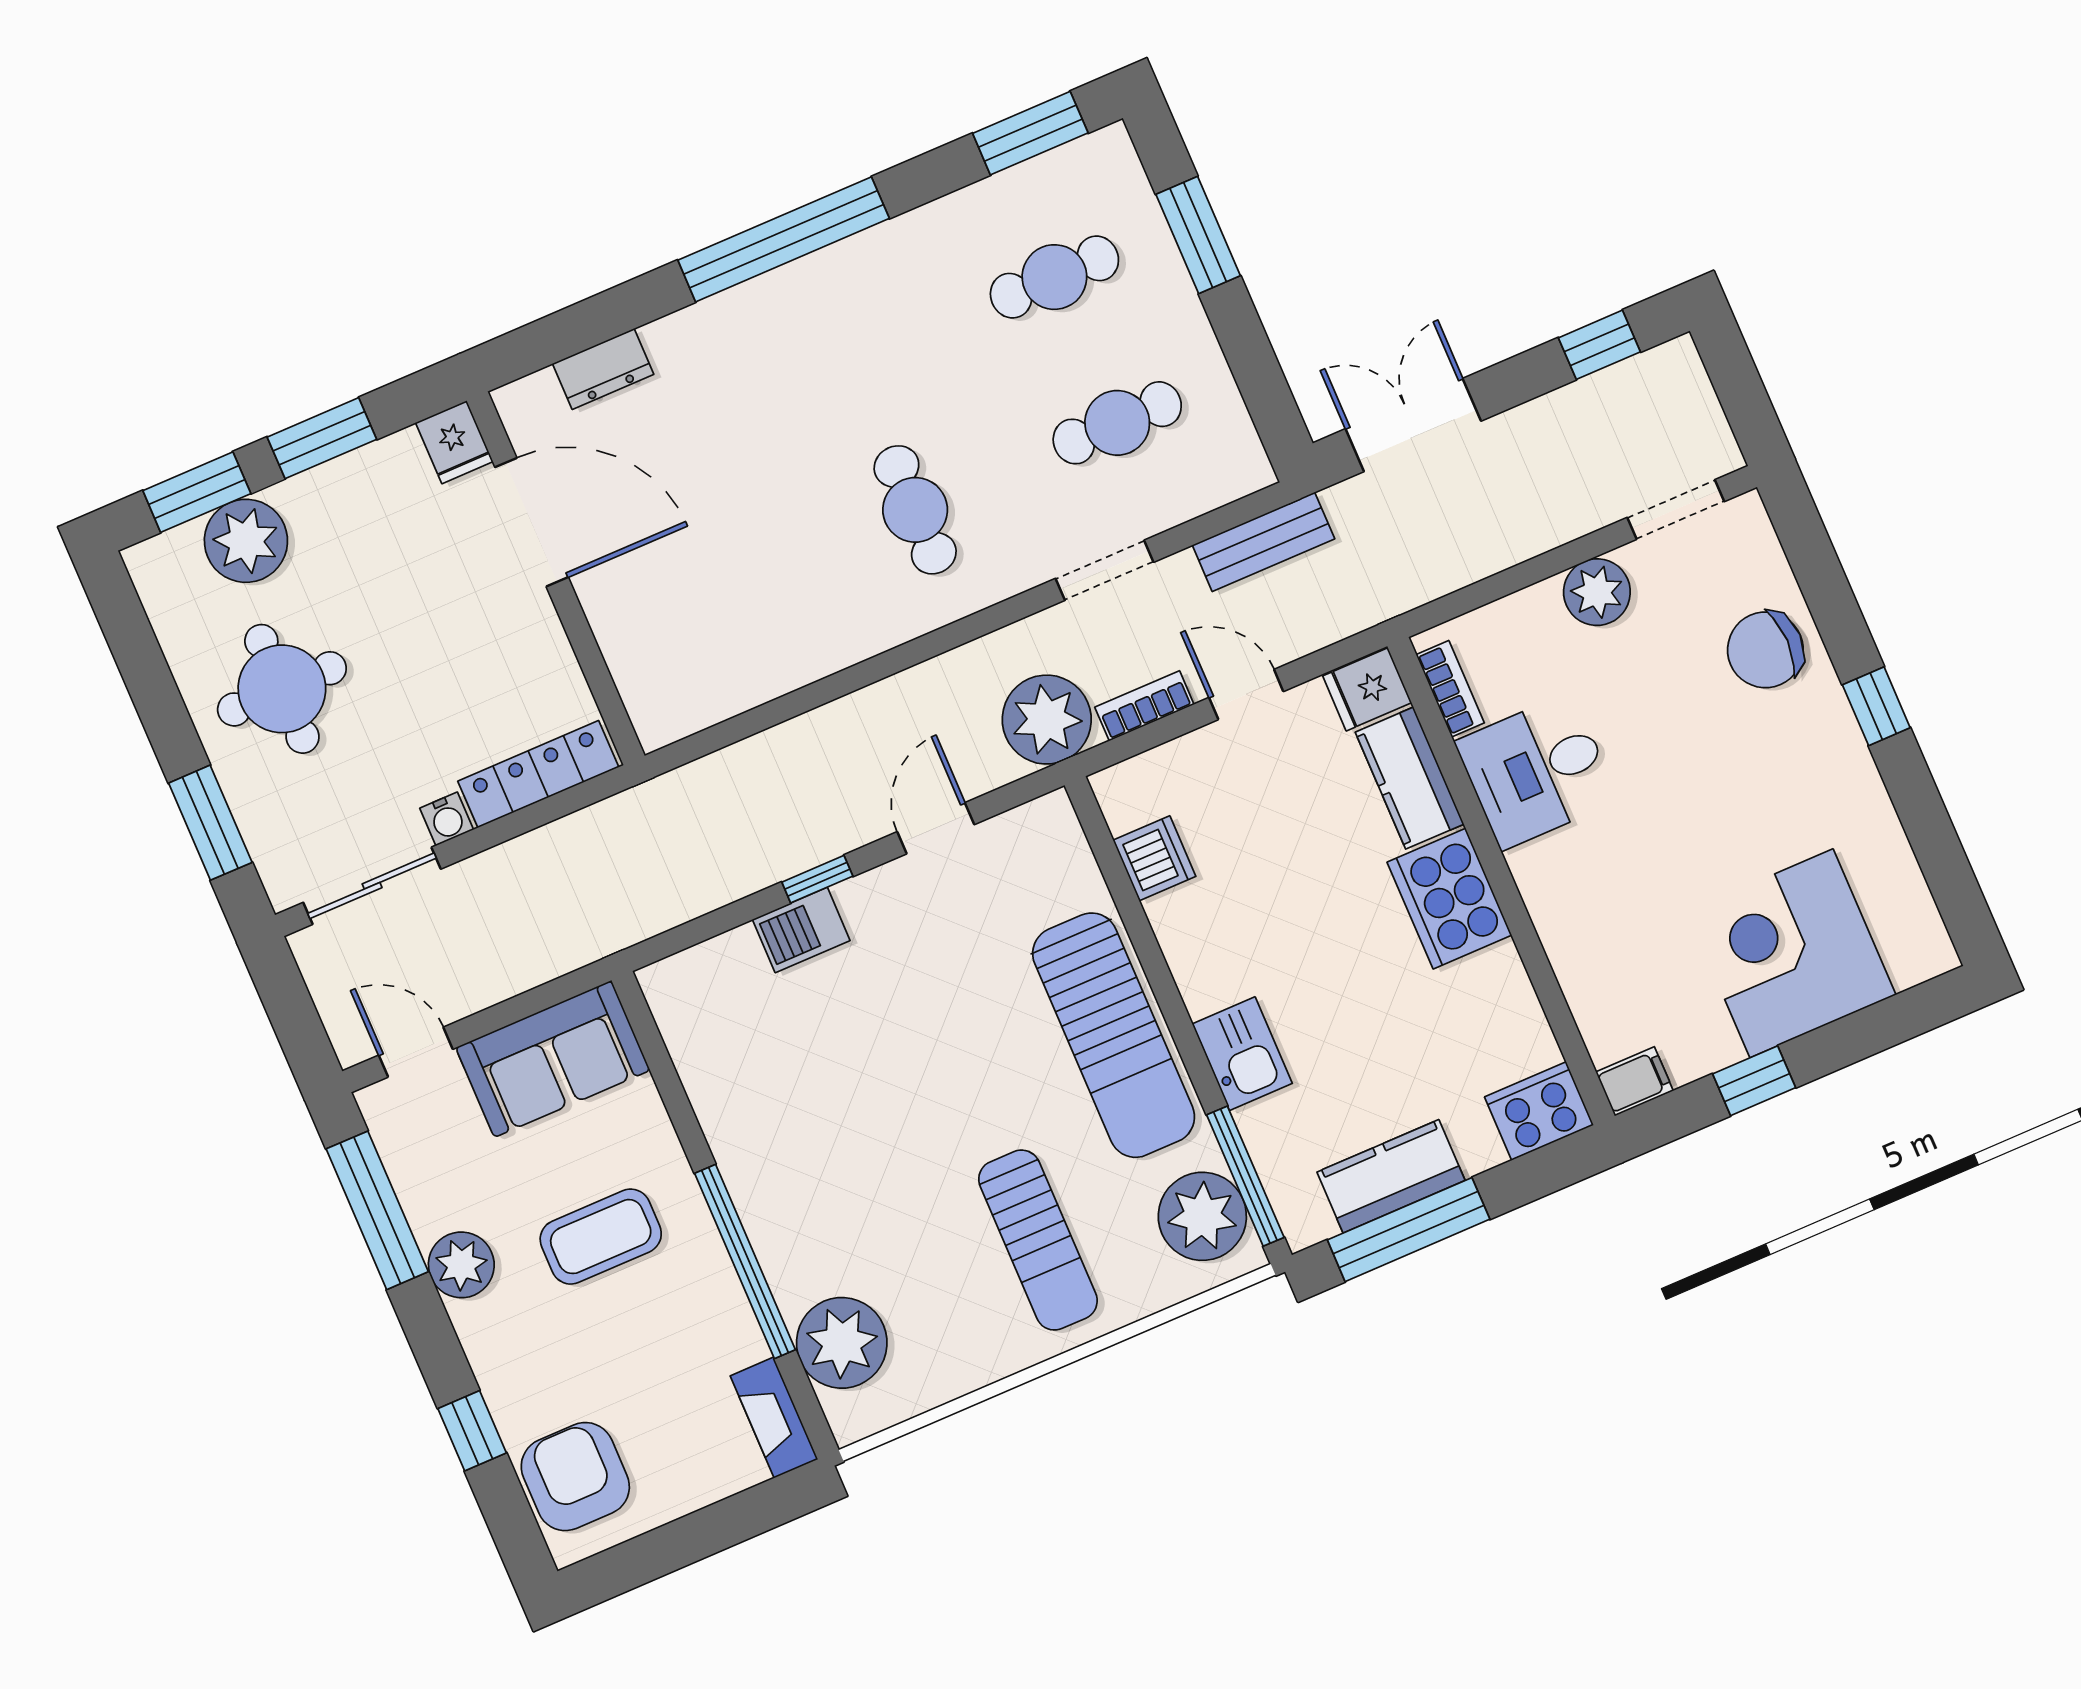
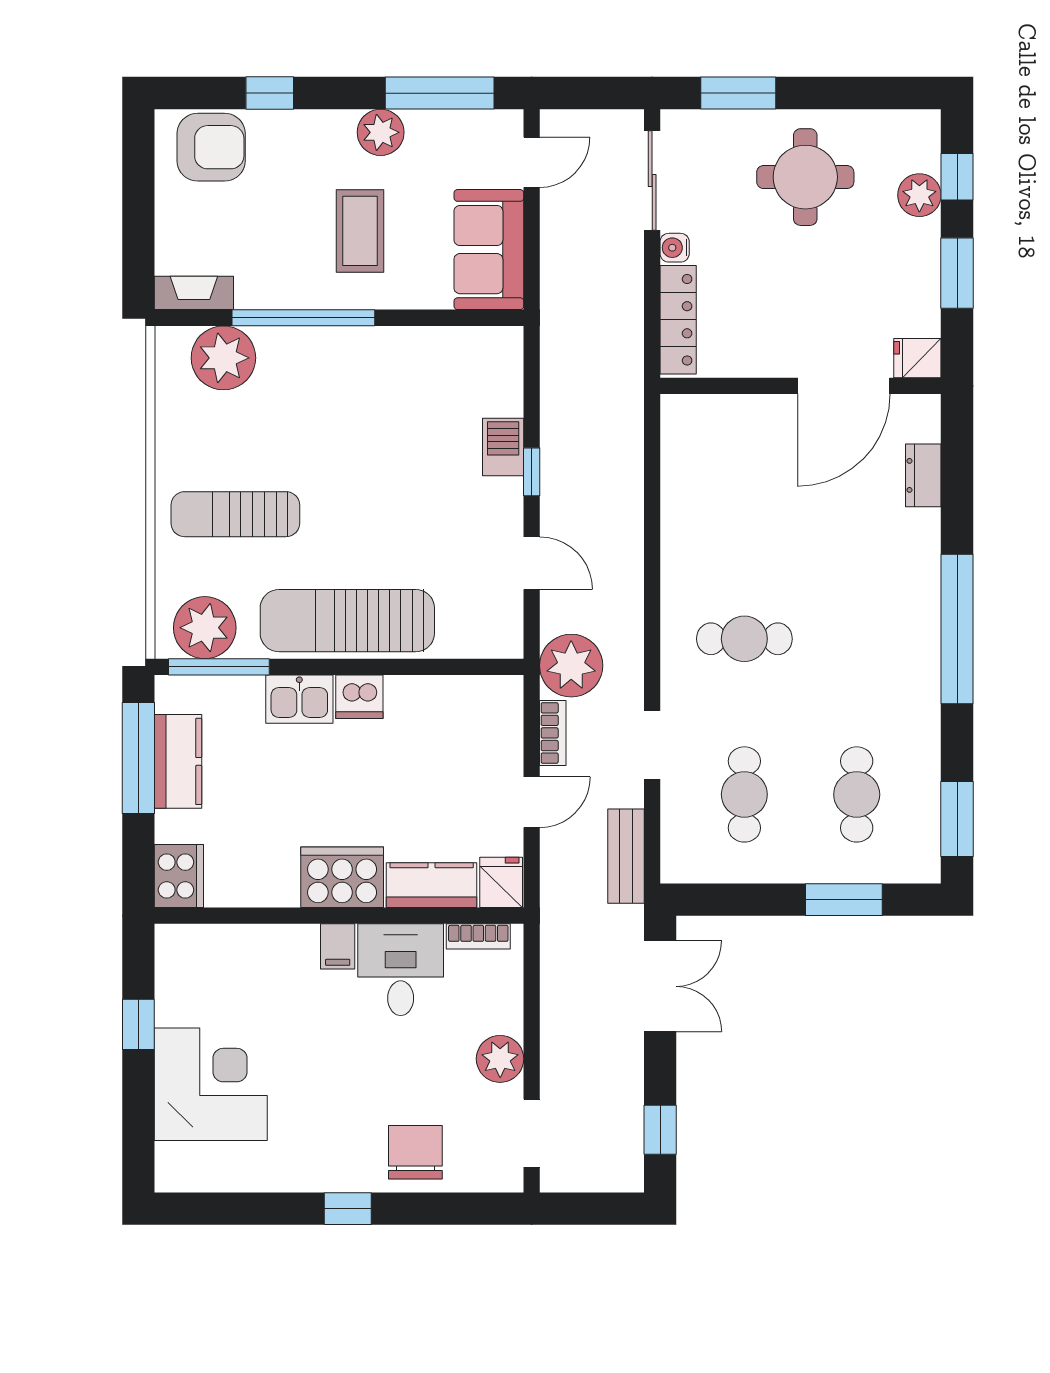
window: (197, 492) -> (957, 177), width x0.67
plant: (246, 541) -> (919, 195), width x0.73, depth x0.73
dishwasher: (1154, 858) -> (359, 697), moved
filing cabinet: (1635, 1081) -> (338, 946), moved

